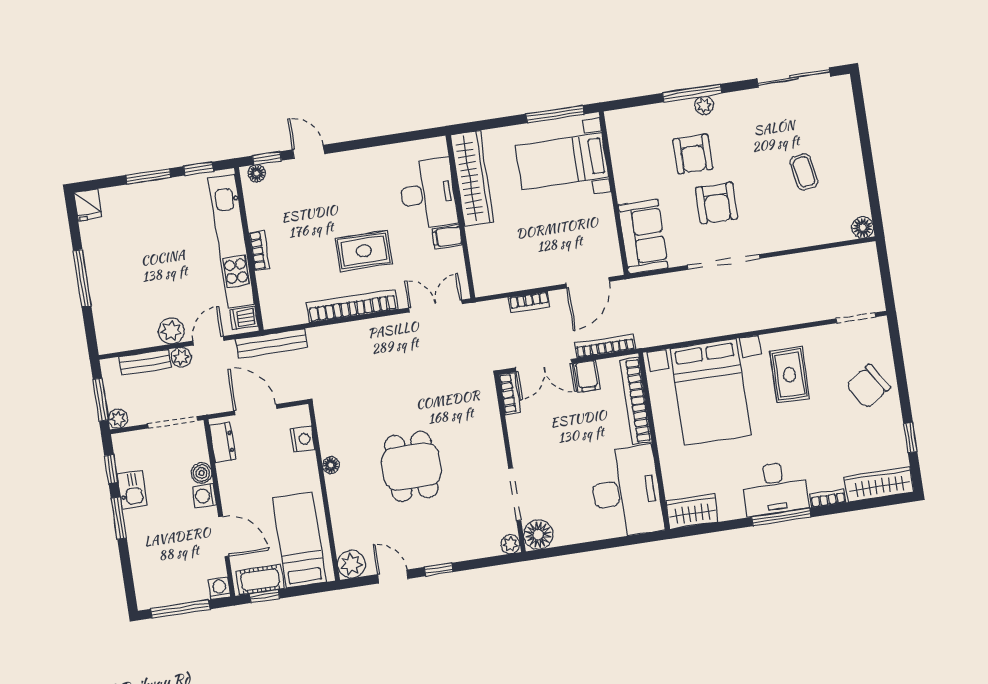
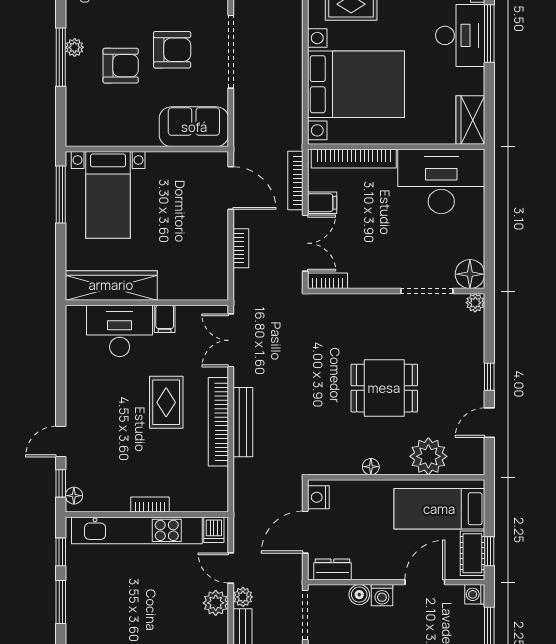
bench: (271, 343) -> (243, 422), moved
nightstand: (303, 439) -> (318, 497), moved, turned -90
plant: (351, 564) -> (428, 456), moved, width x1.36, depth x1.36

